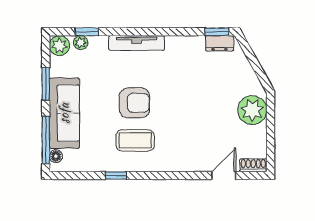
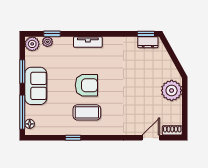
tv unit: (137, 43) -> (88, 42), width x0.71
sofa: (64, 113) -> (36, 86), width x0.73

